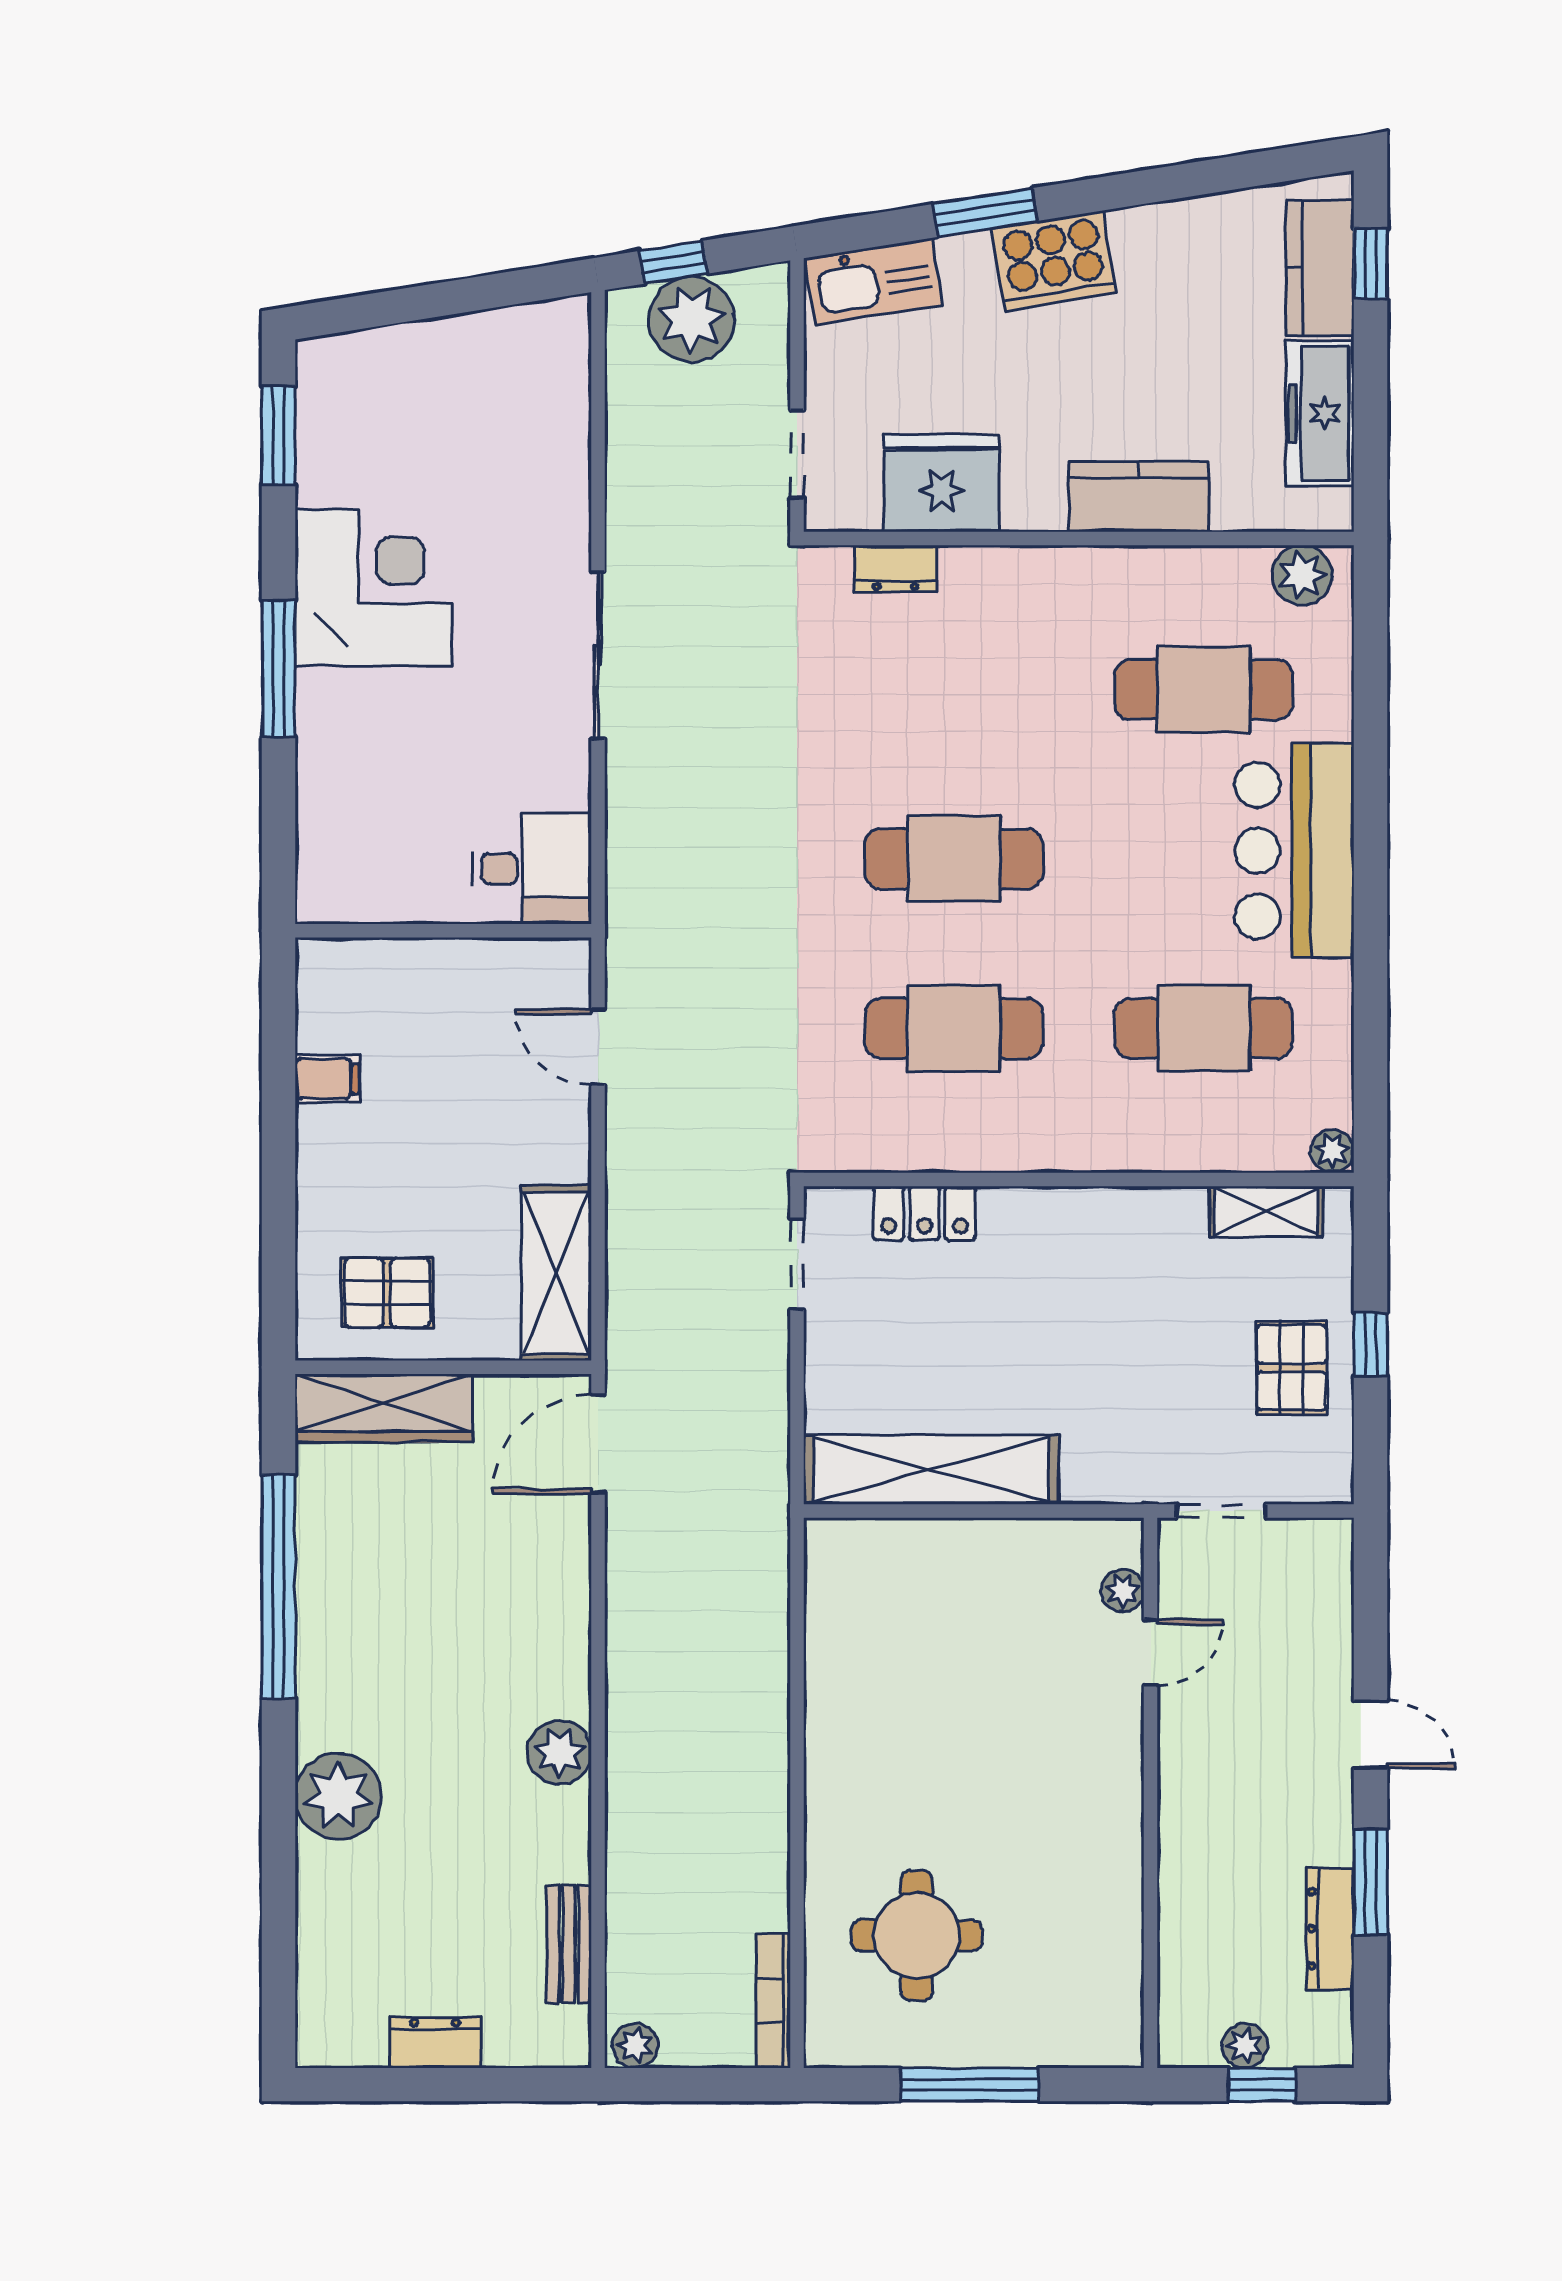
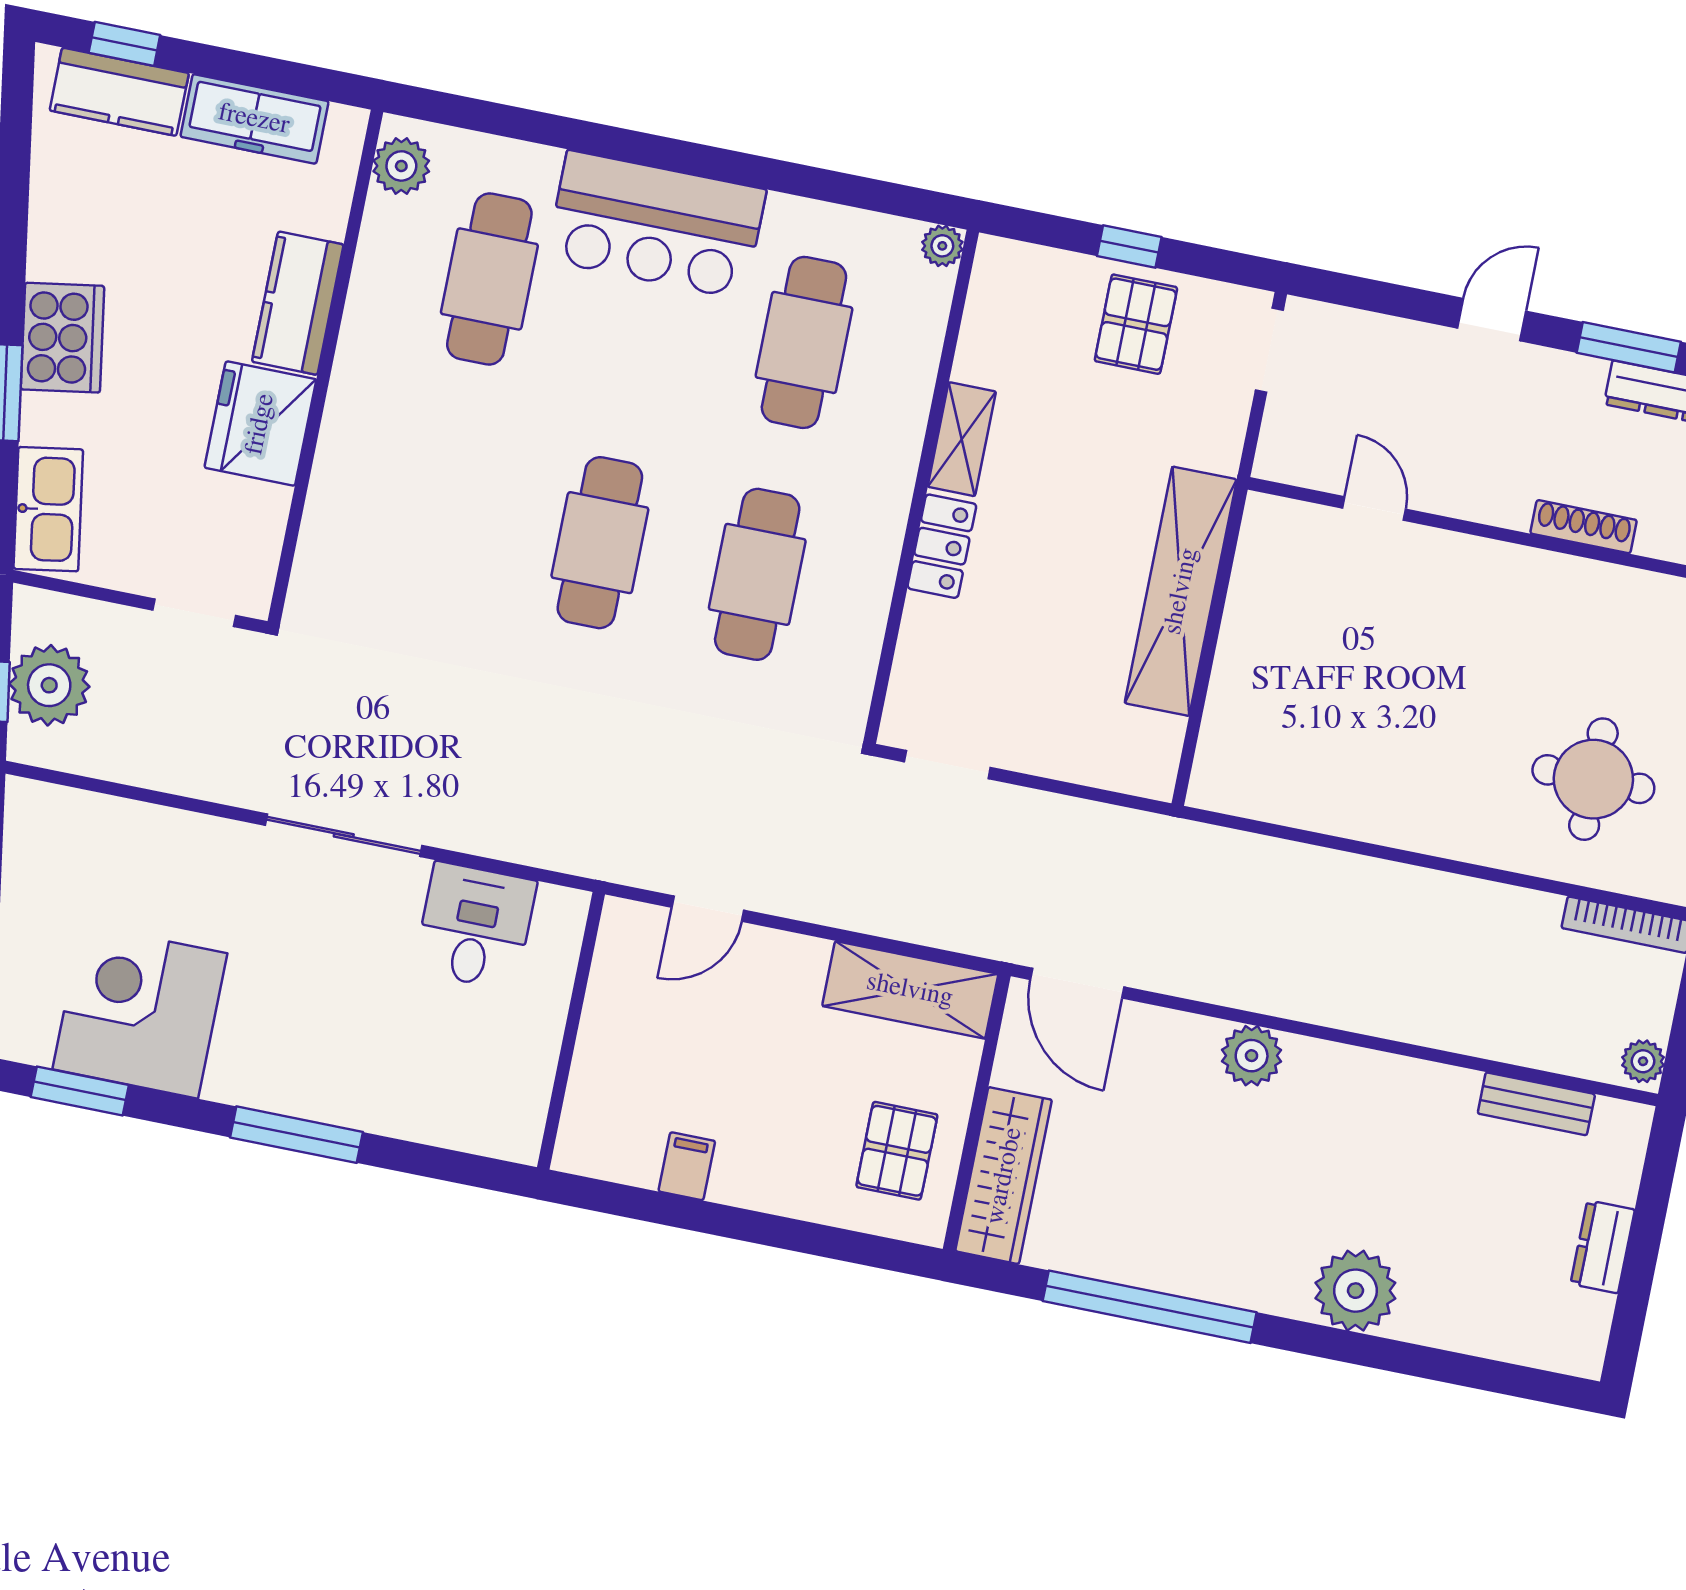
fridge: (942, 483) -> (260, 424), moved
dresser: (896, 568) -> (319, 543), removed
corner desk: (373, 587) -> (140, 1011), moved
desk: (532, 869) -> (475, 926), moved
shelving: (1266, 1212) -> (962, 439), moved
locker: (924, 1213) -> (942, 546), moved
pallet: (1292, 1368) -> (1136, 324), turned 90
shelving: (931, 1470) -> (1181, 591), moved
doorway: (1221, 1511) -> (1269, 350), moved
plant: (1123, 1591) -> (1311, 523), removed
plant: (559, 1752) -> (1252, 1056), moved
shoe rack: (1176, 1873) -> (1584, 527), added

